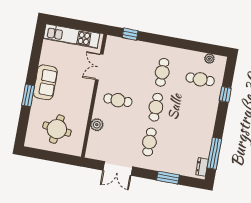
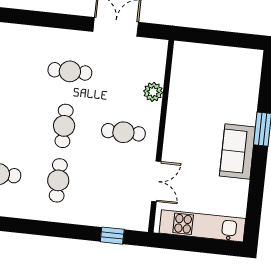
round table: (57, 129) -> (214, 81), removed
cafe table: (149, 142) -> (70, 71), turned 90
window: (168, 178) -> (37, 19), removed

